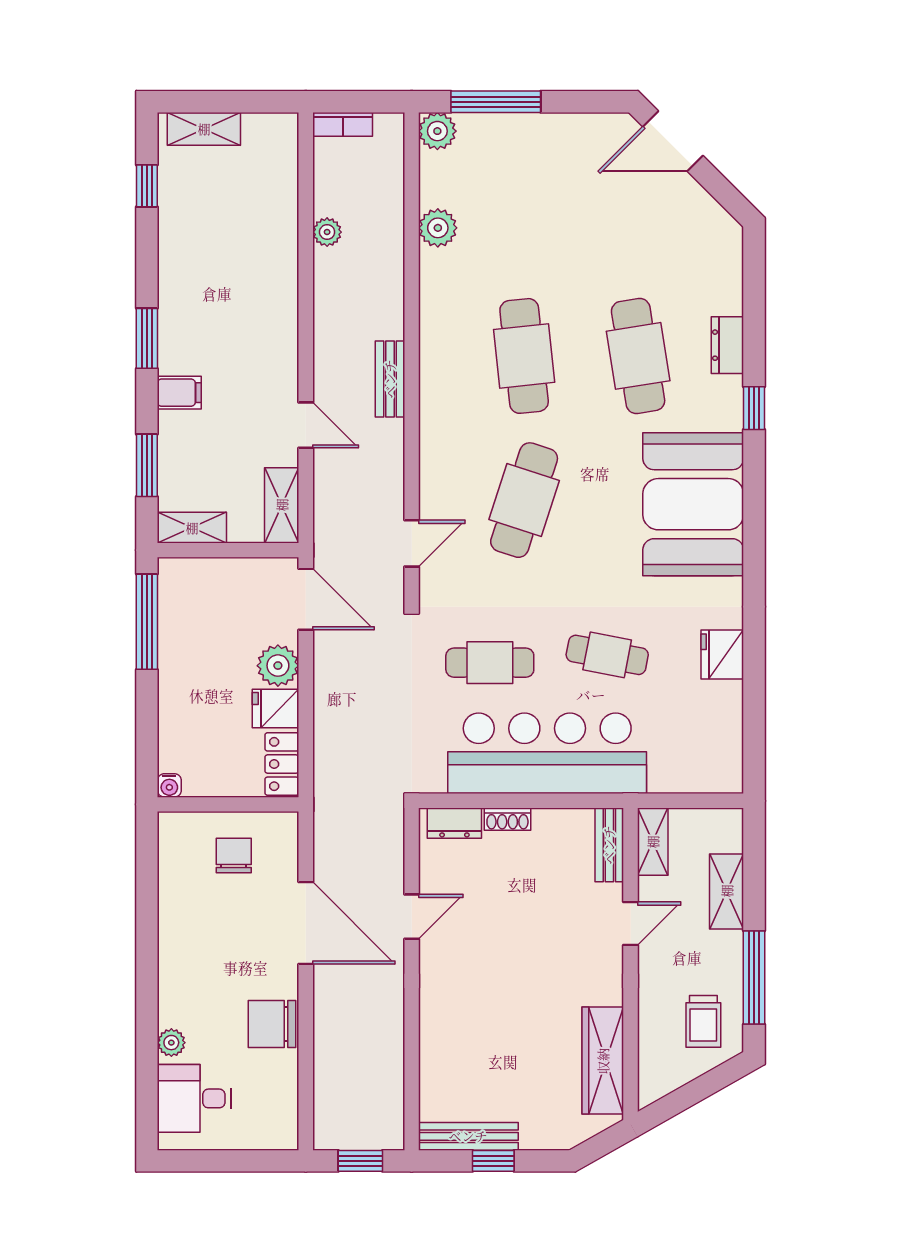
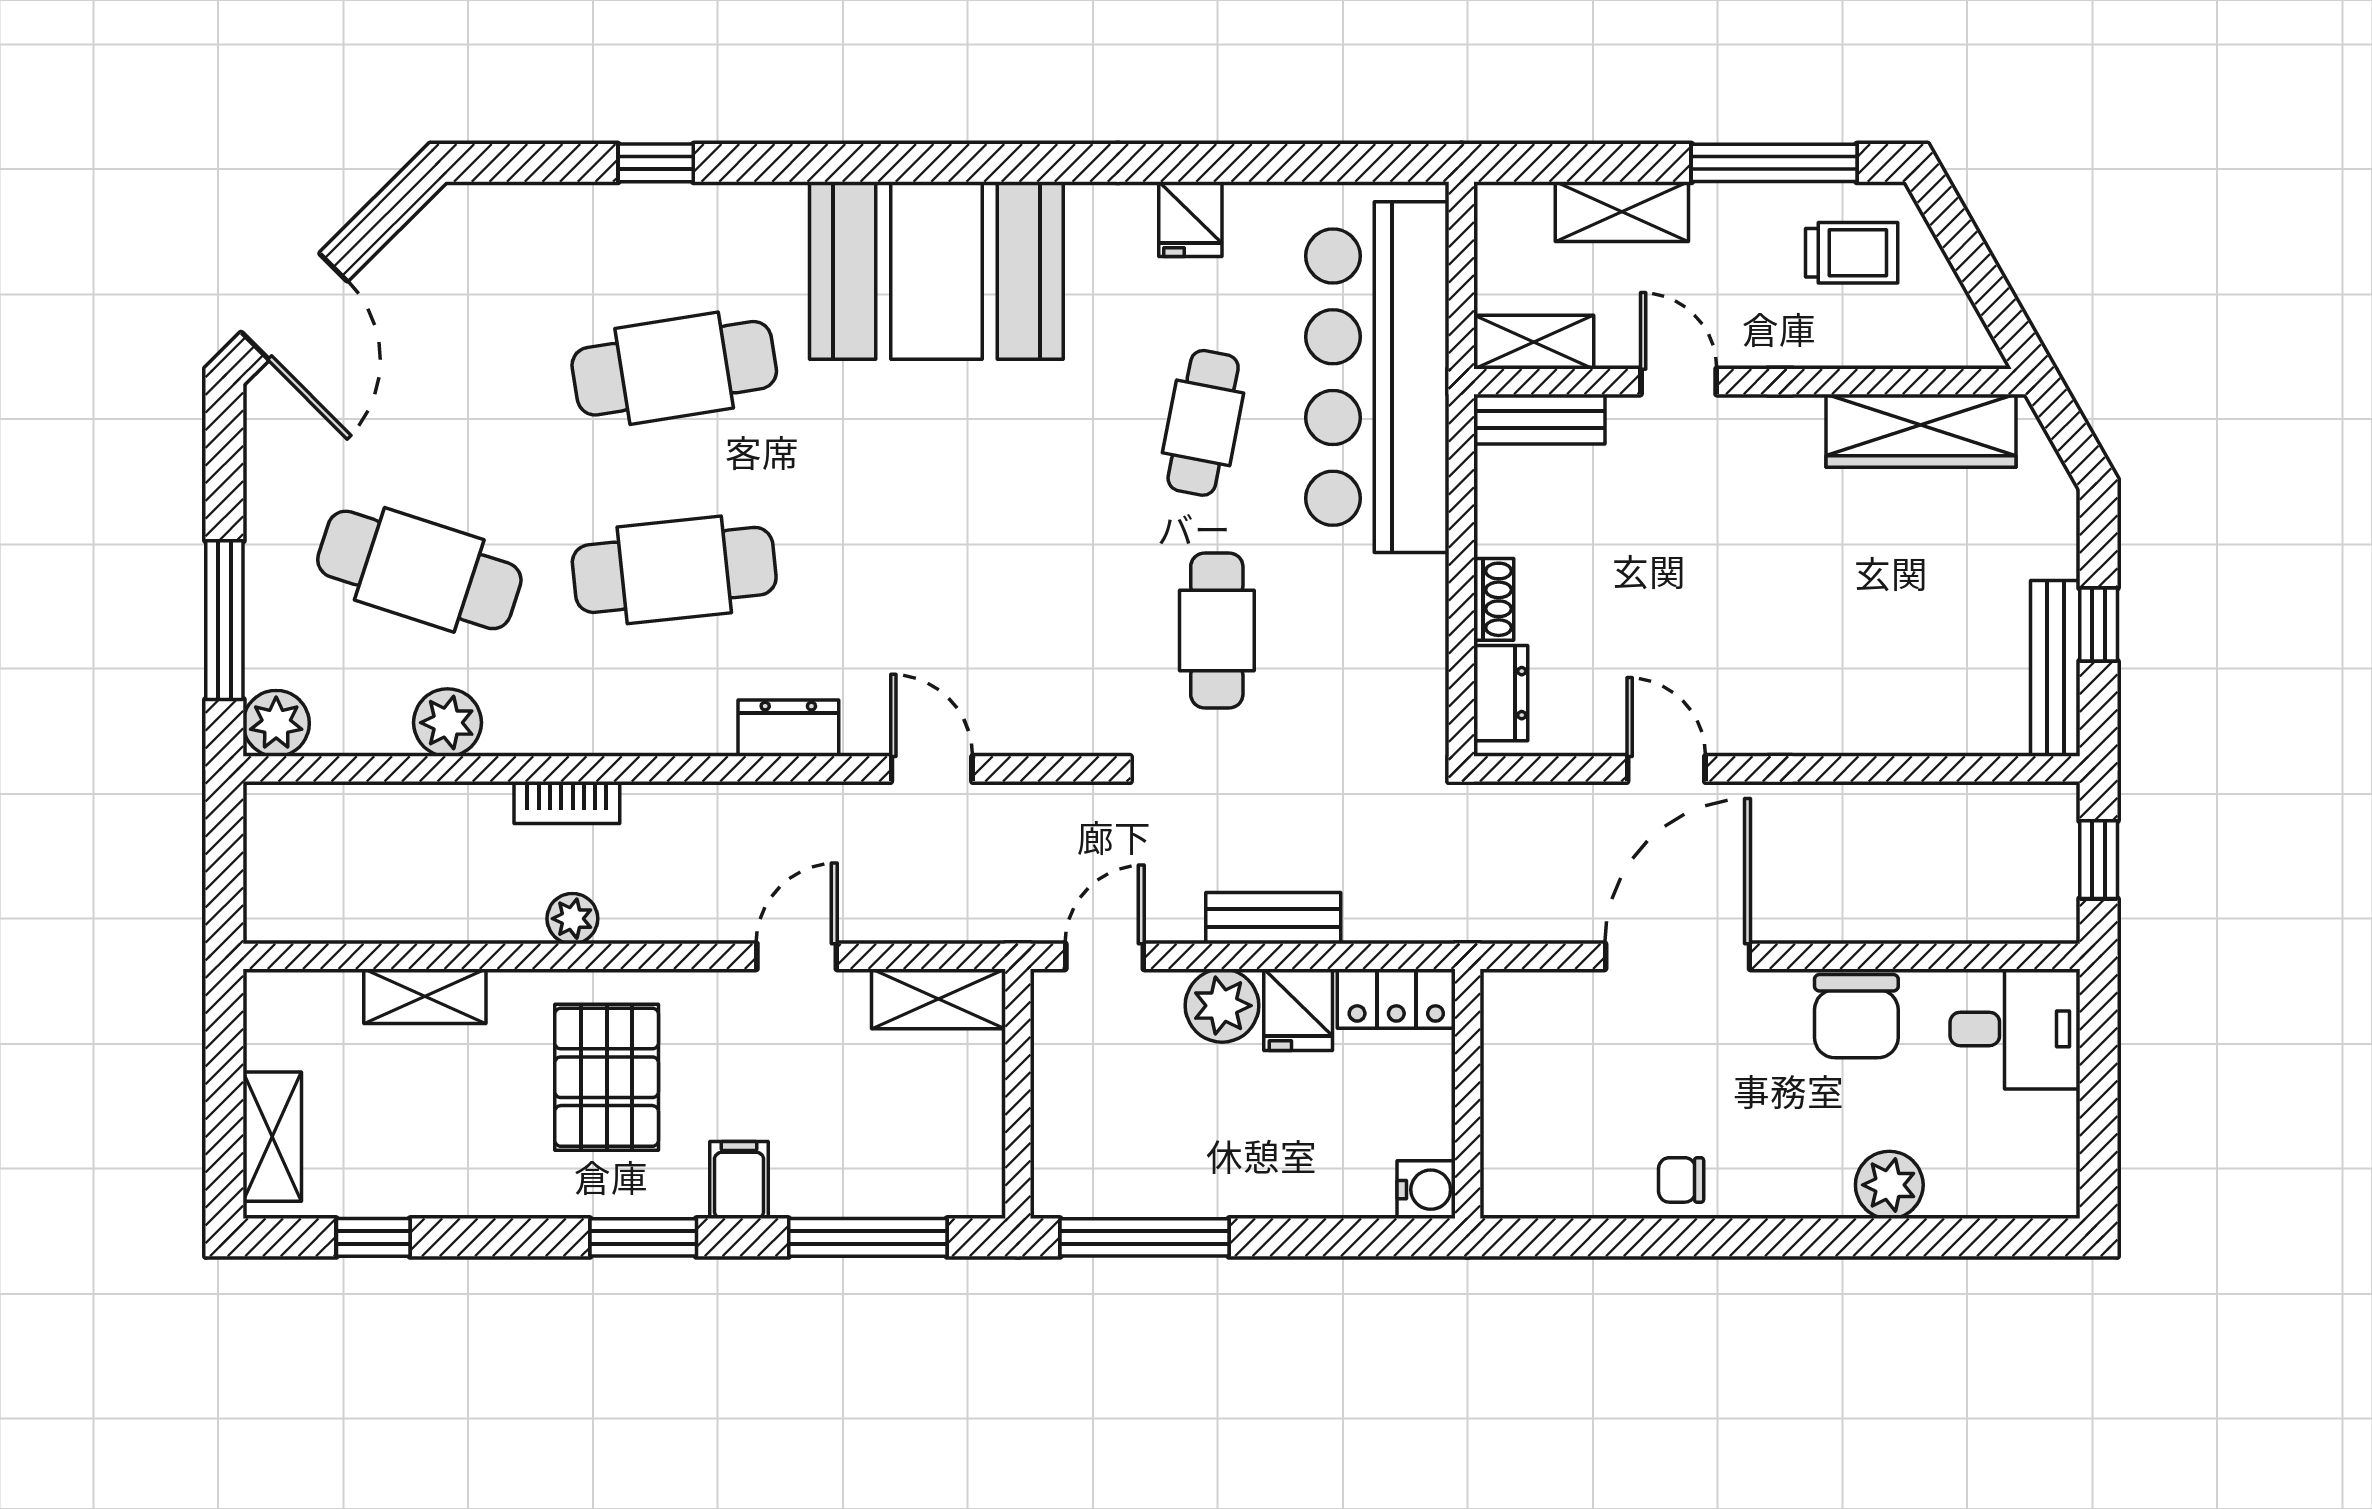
bookcase: (343, 124) -> (567, 803), moved, turned 90
plant: (327, 232) -> (572, 919), moved
pallet: (237, 318) -> (607, 1077), added
dresser: (727, 345) -> (788, 728), moved, turned 180
bench: (390, 379) -> (1273, 918), moved
window: (754, 408) -> (656, 163), moved
window: (147, 465) -> (868, 1237), width x1.44
cafe table: (524, 500) -> (419, 570), moved
shelving: (192, 528) -> (425, 996), moved, turned 90
door: (412, 543) -> (932, 769), moved
door: (306, 599) -> (1105, 956), width x0.73
fridge: (722, 655) -> (1190, 219), width x0.72
bar counter: (547, 753) -> (1377, 377), moved
water cooler: (169, 785) -> (1426, 1190), width x1.38, depth x1.38
chair: (234, 856) -> (1681, 1180), moved, width x0.73, depth x0.73
plant: (171, 1043) -> (1889, 1185), width x1.38, depth x1.38
desk: (194, 1098) -> (2015, 1029), moved, turned -90

